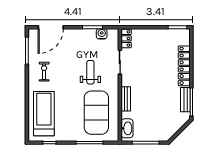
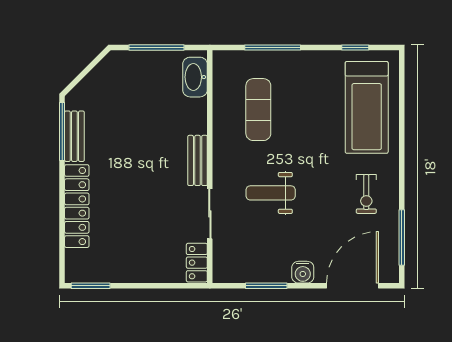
water cooler: (102, 34) -> (303, 272), moved
weight bench: (90, 72) -> (271, 193), turned 90
bench: (126, 99) -> (198, 160), moved
exercise mat: (96, 113) -> (258, 110), width x0.50, depth x0.69

